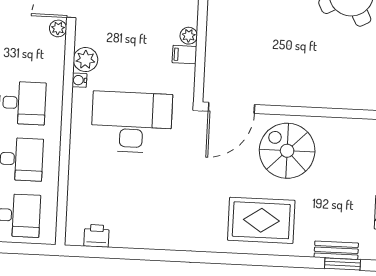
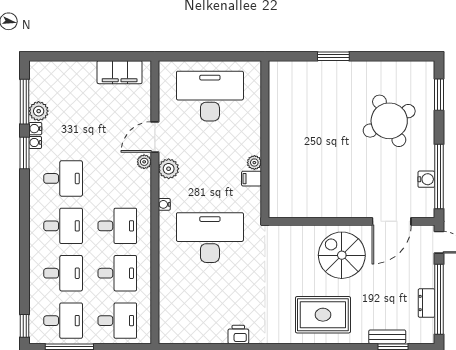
plant: (86, 60) -> (169, 169), moved
door: (231, 108) -> (392, 221), moved
printer: (97, 236) -> (238, 334), moved

